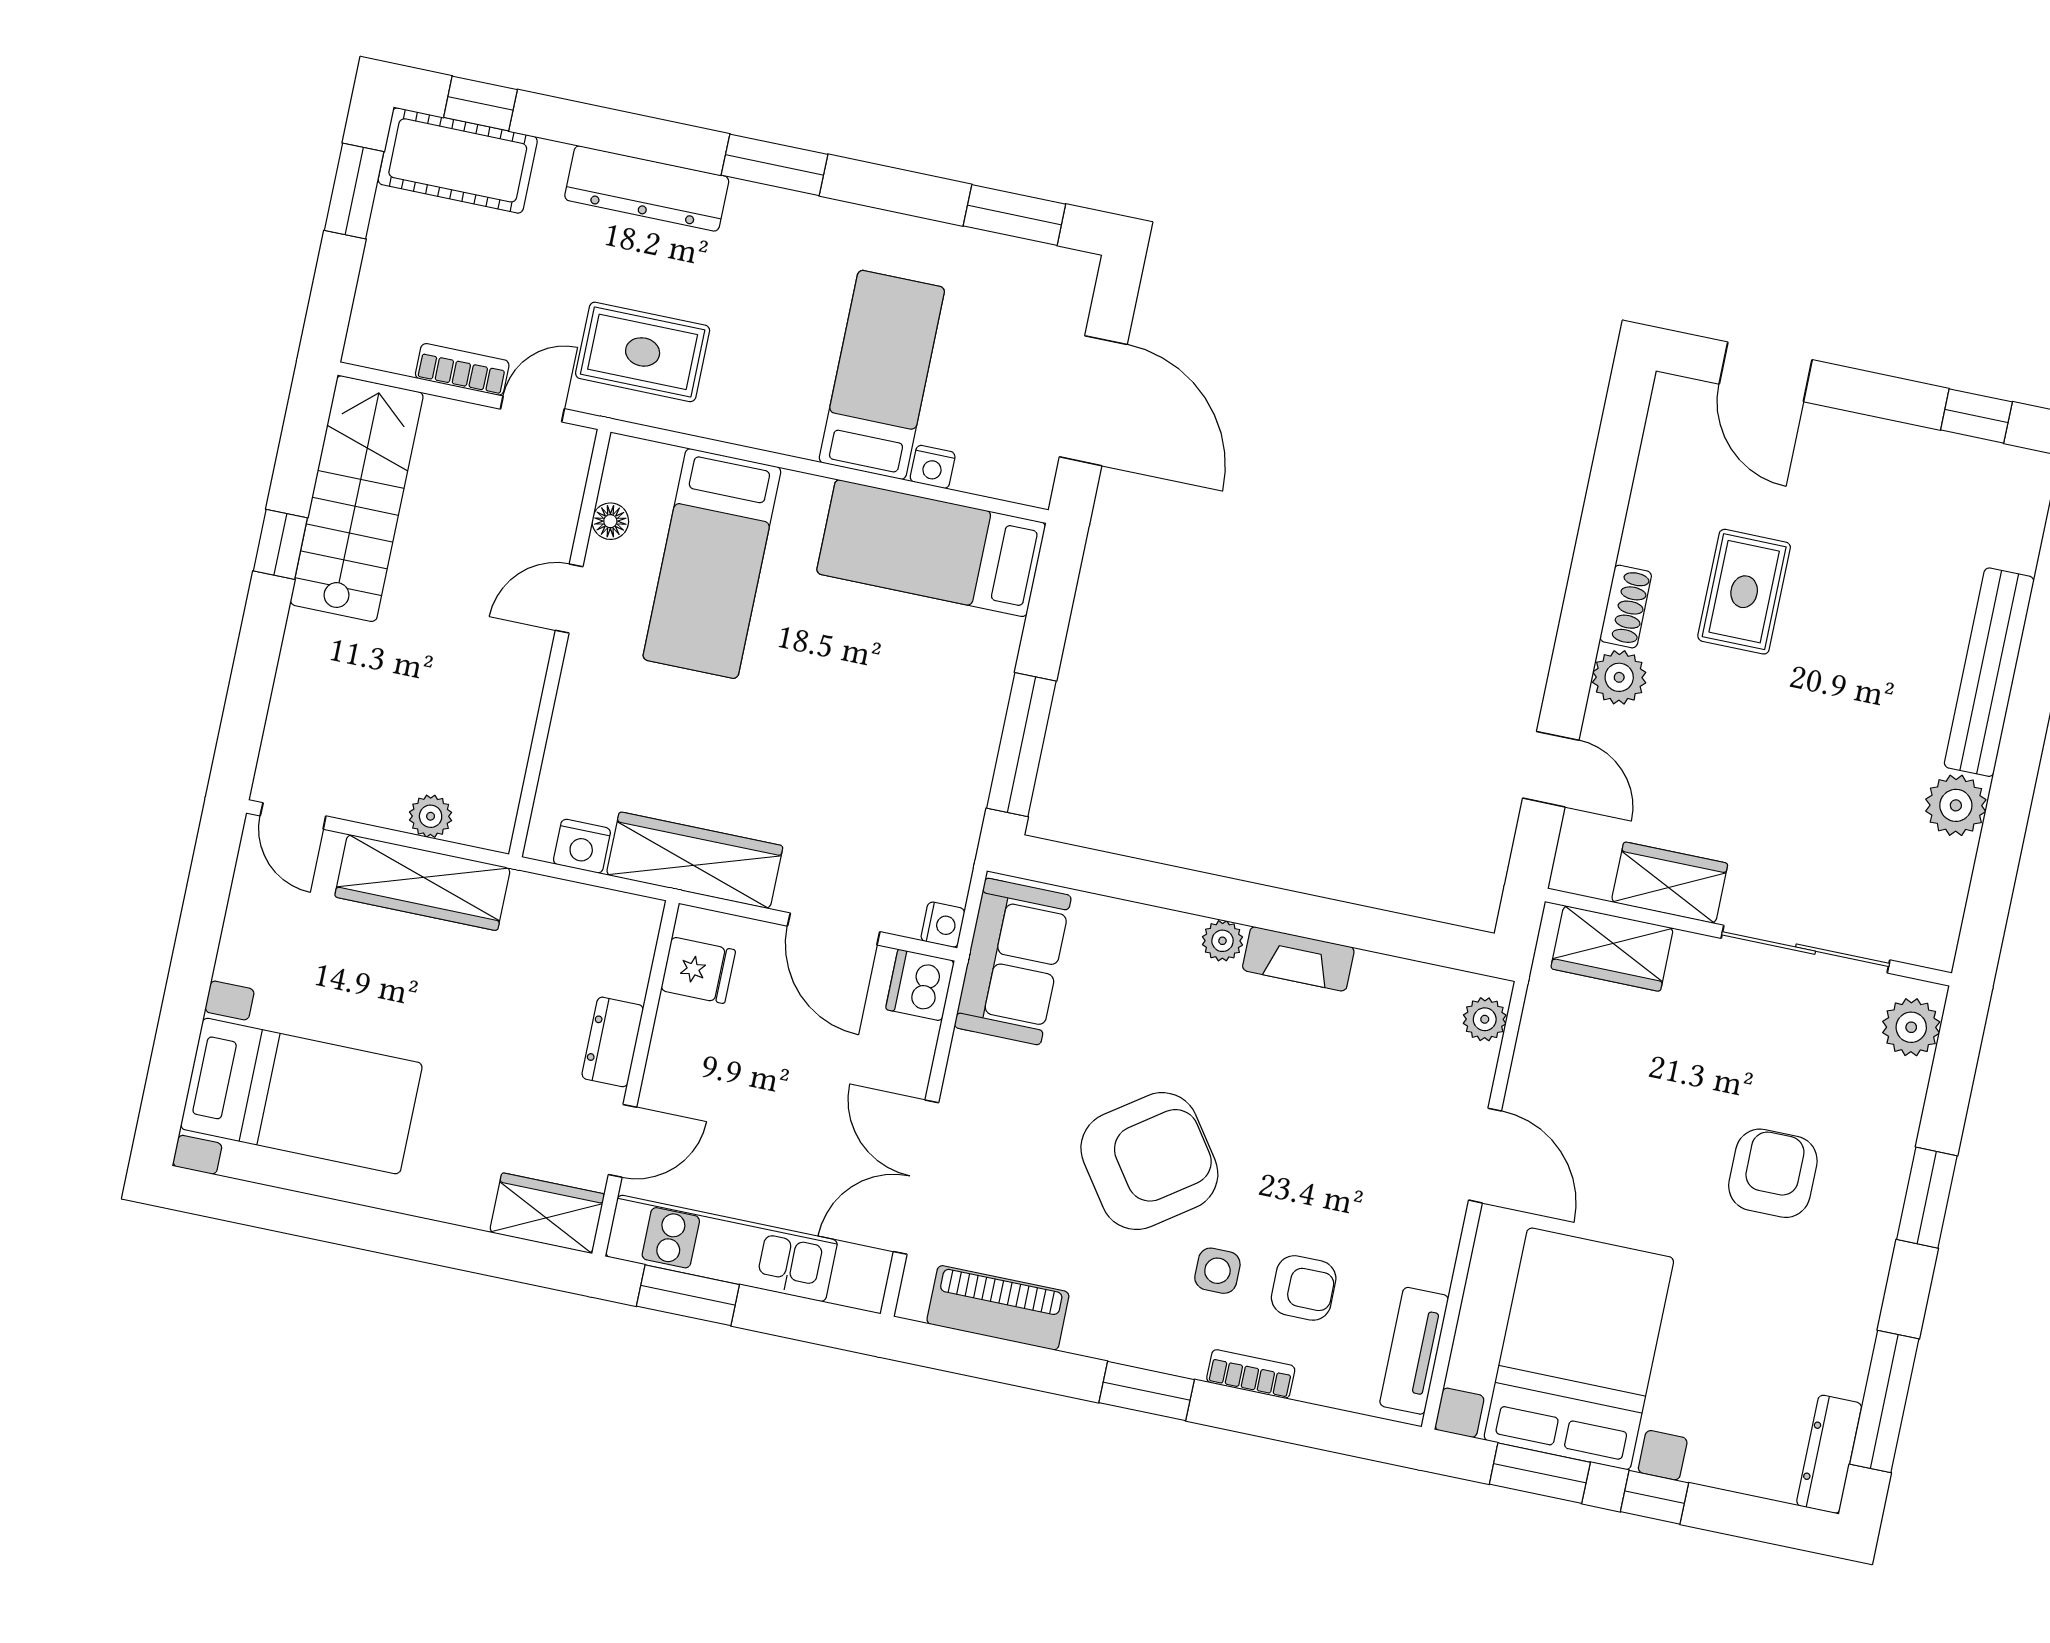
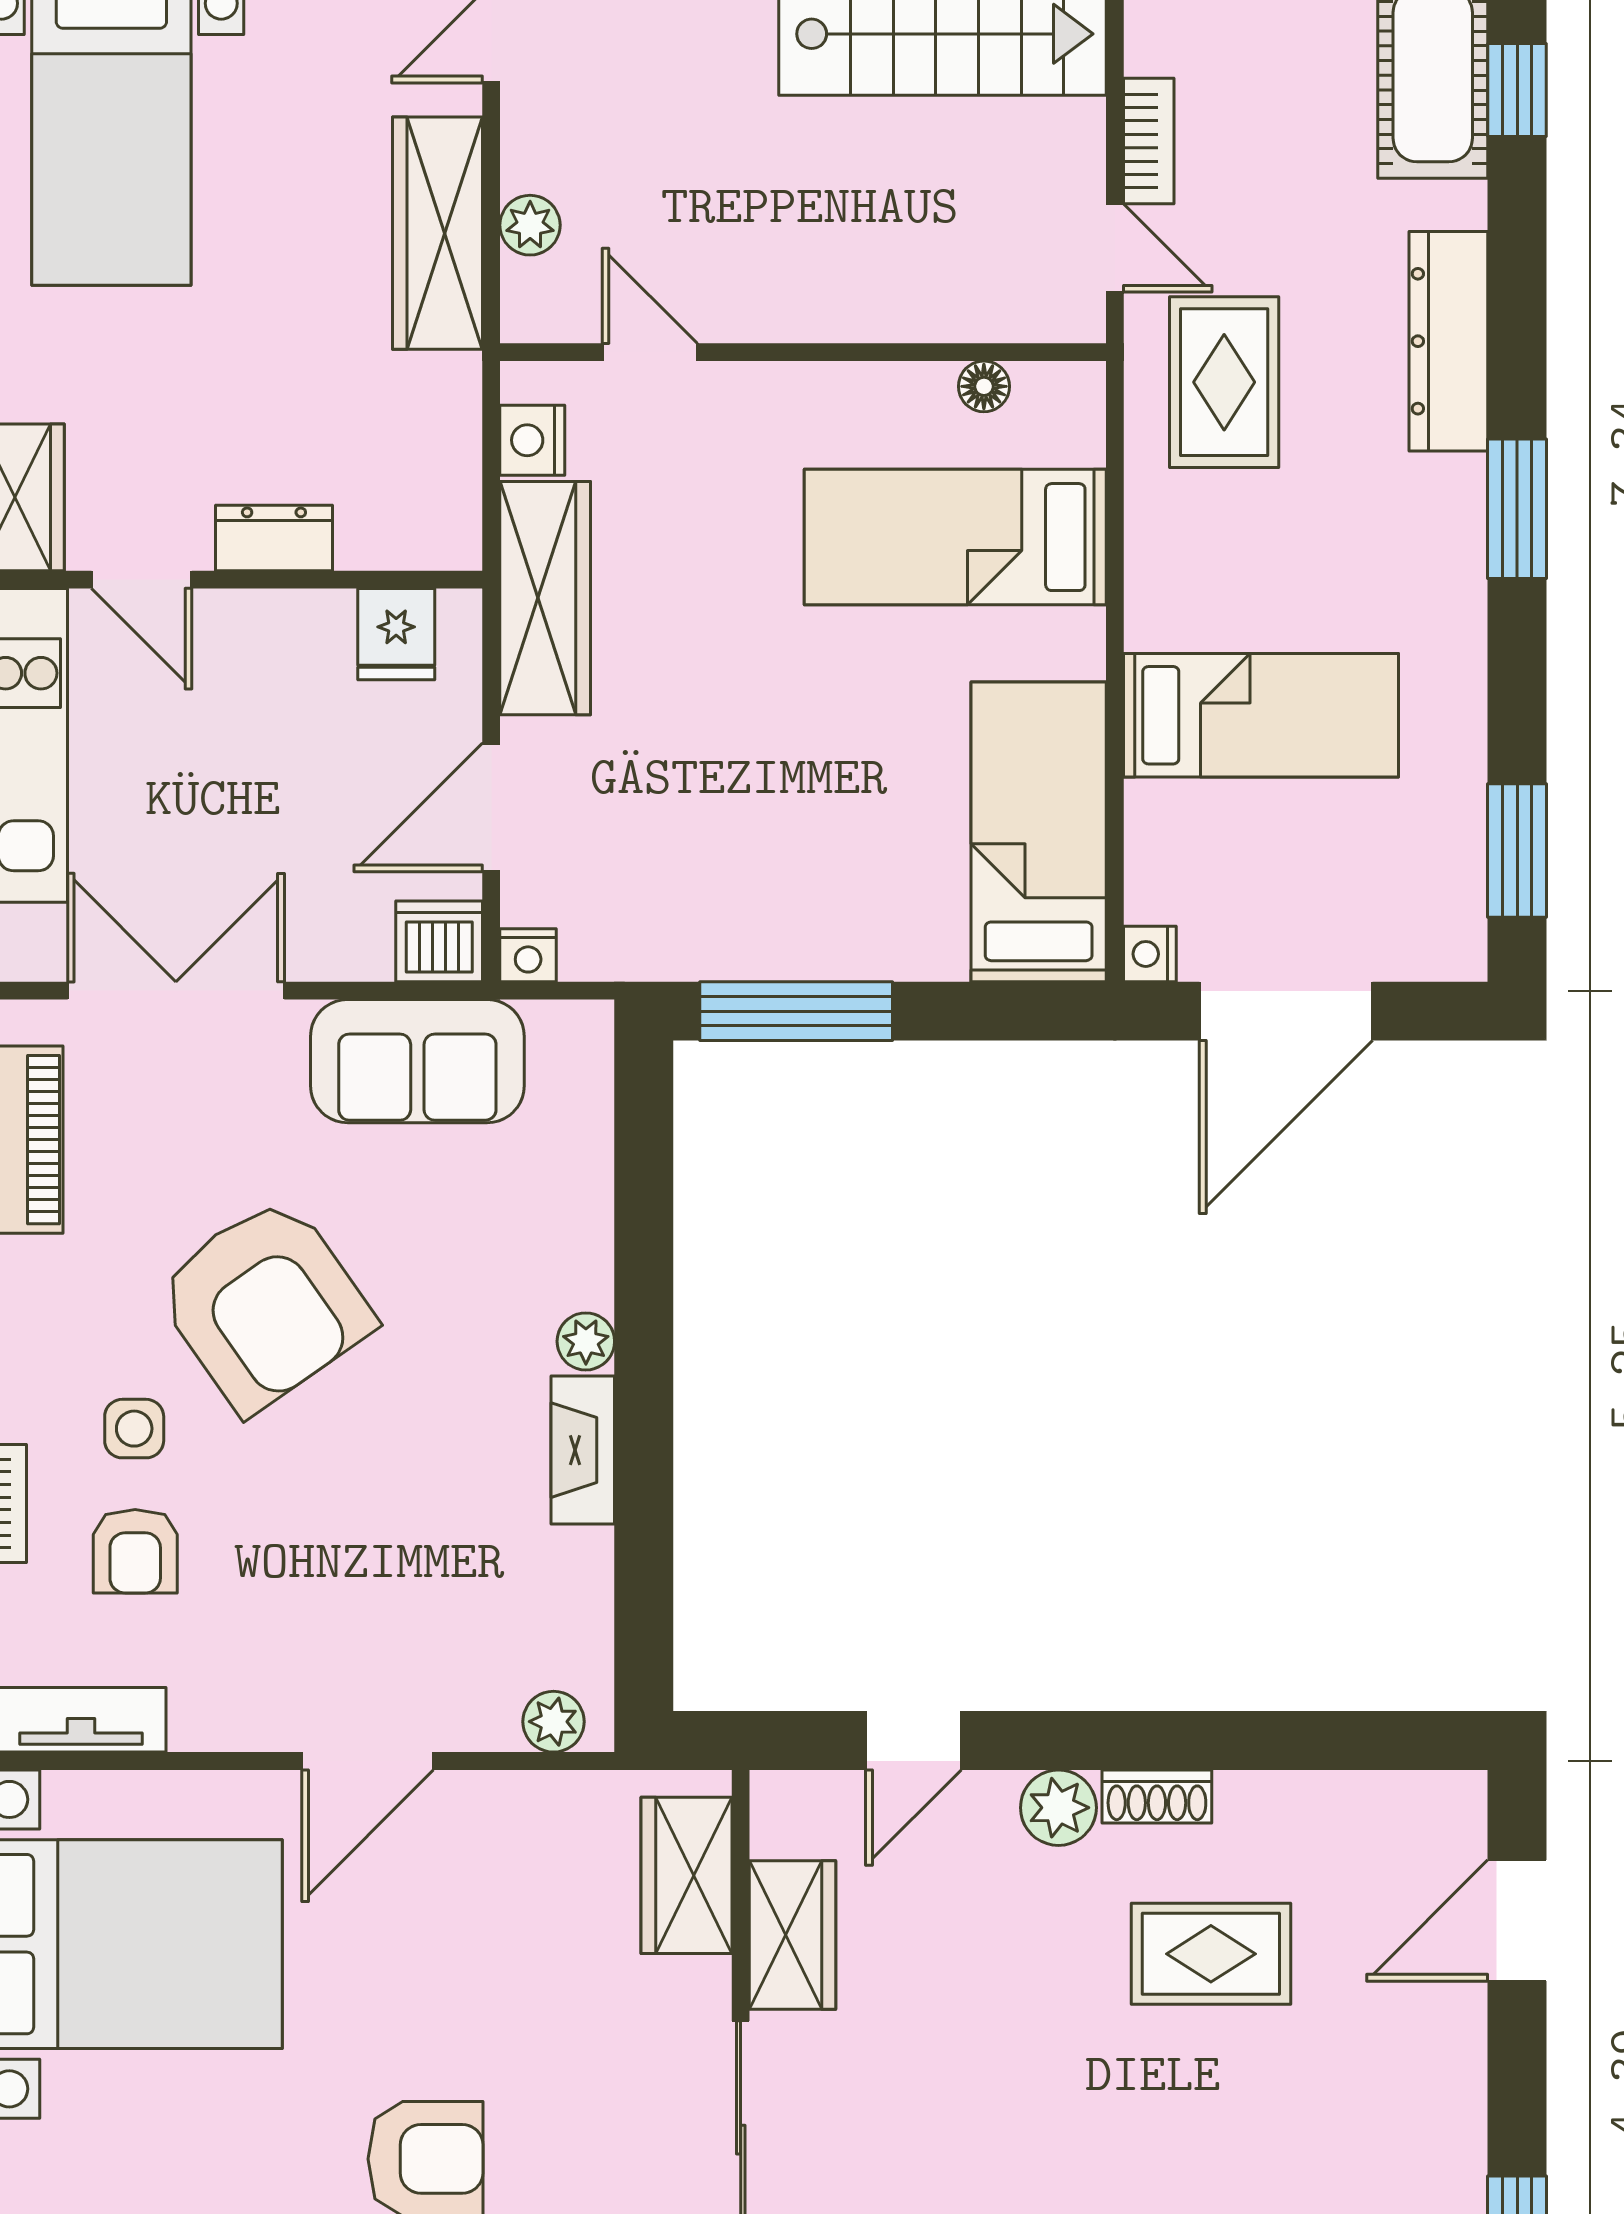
nightstand: (933, 467) -> (1150, 954), moved
door: (569, 599) -> (650, 352), moved
sofa: (1013, 961) -> (417, 1061), moved

